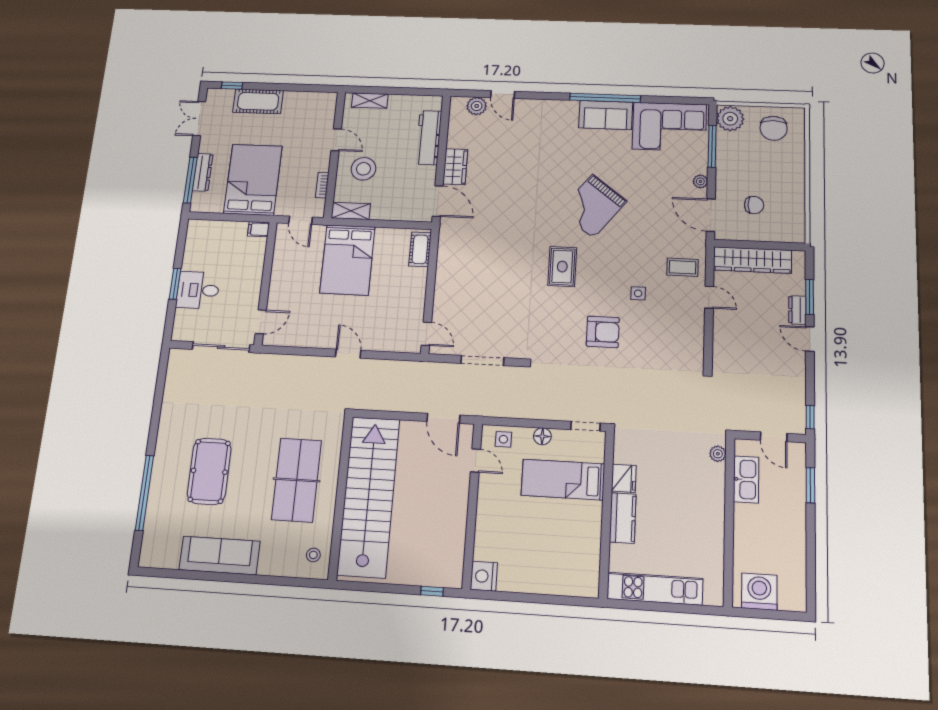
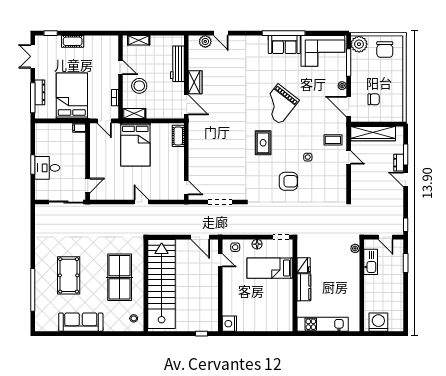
cot: (258, 101) -> (73, 41), width x0.73, depth x0.75

